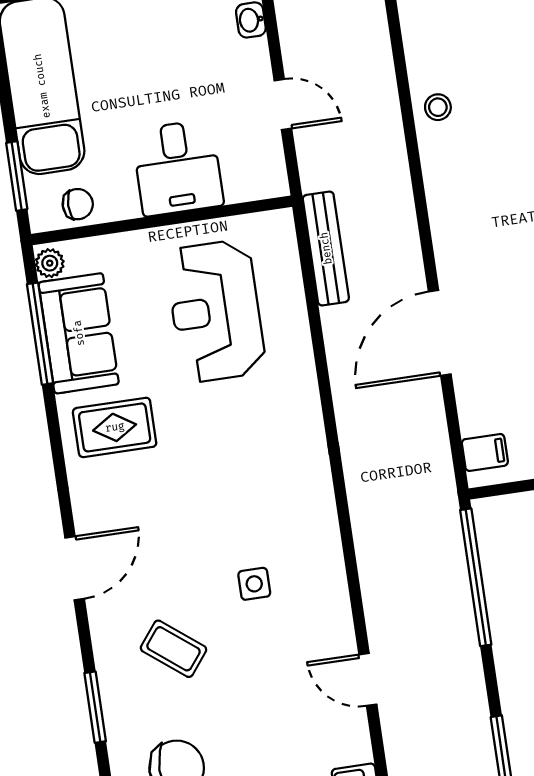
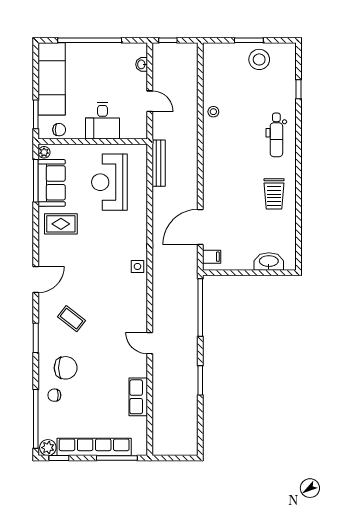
door: (440, 333) -> (200, 227), moved
side table: (254, 584) -> (137, 266), moved

